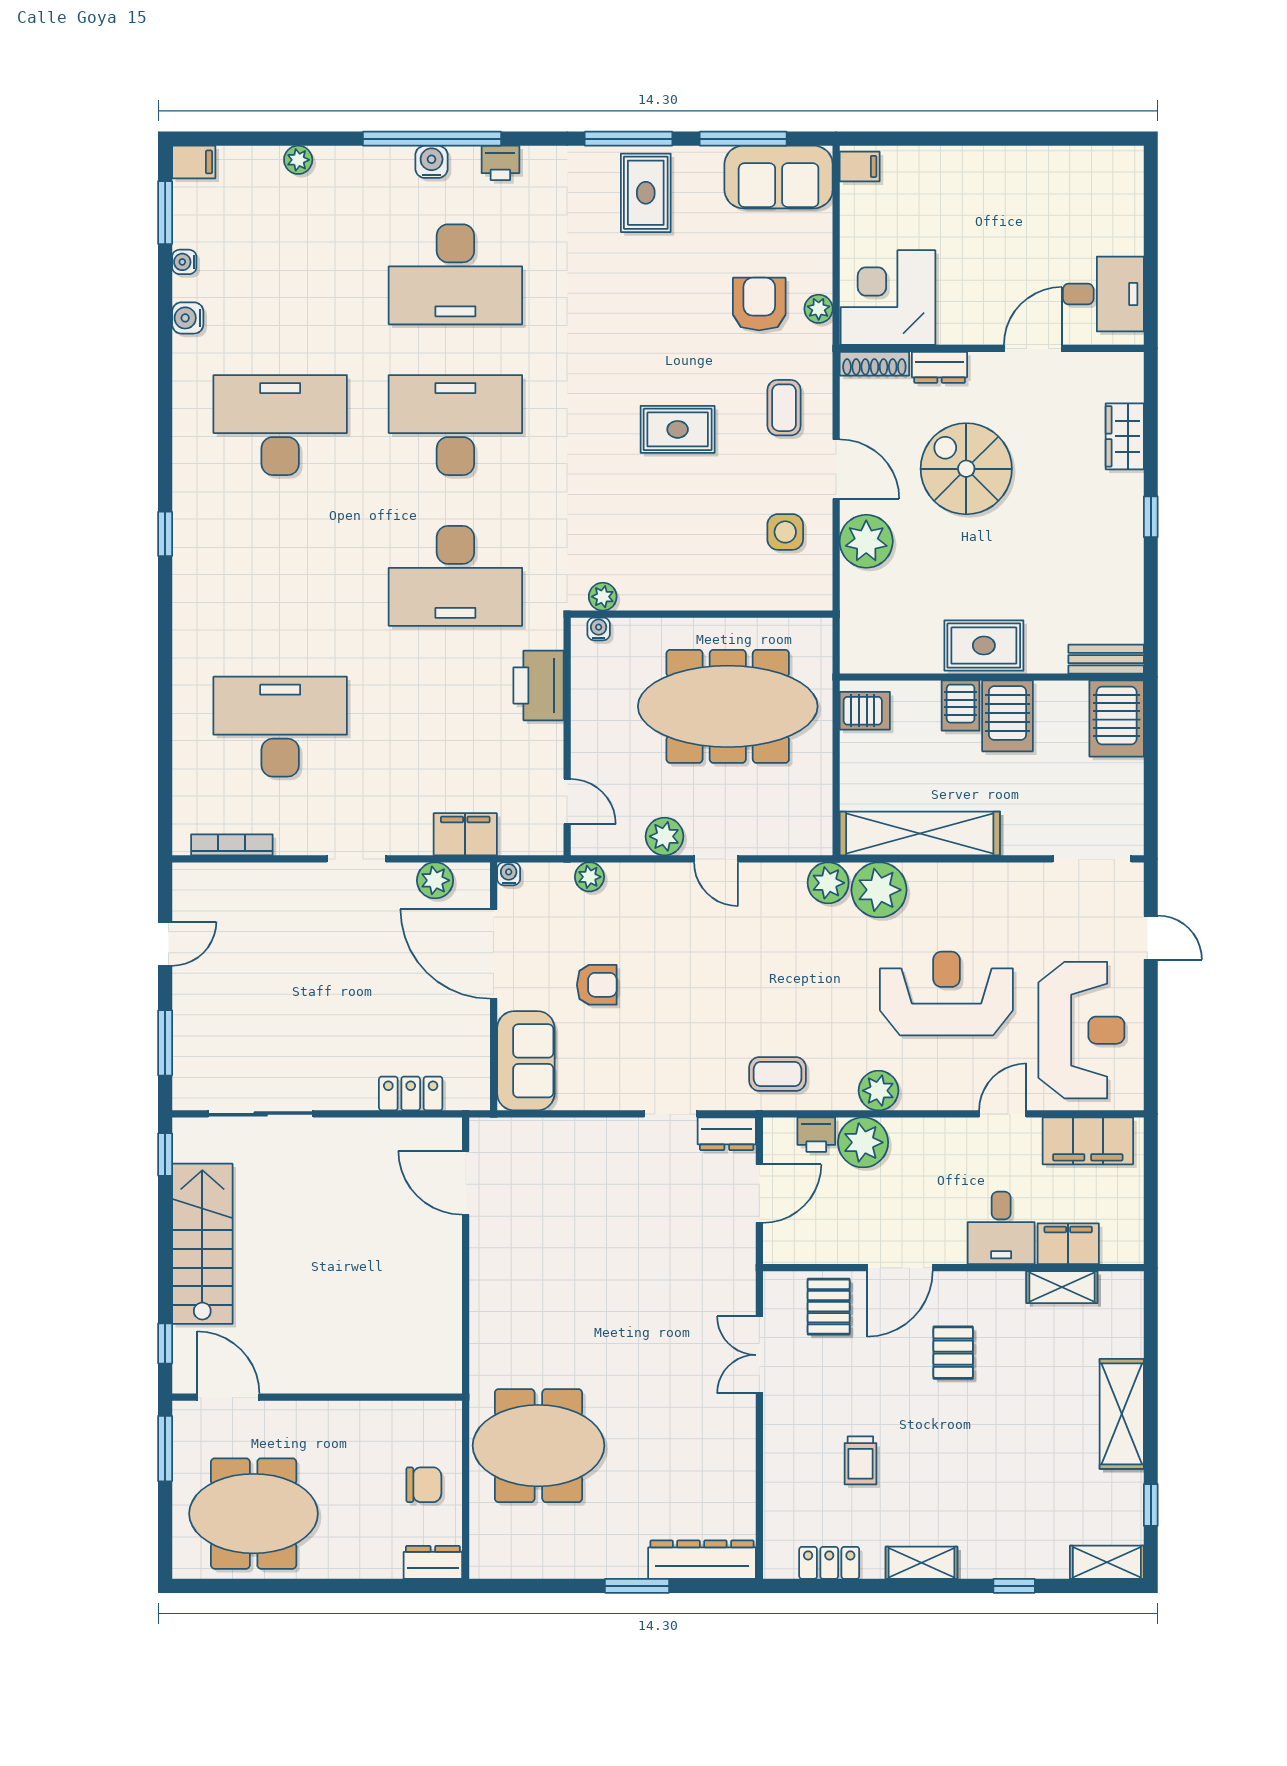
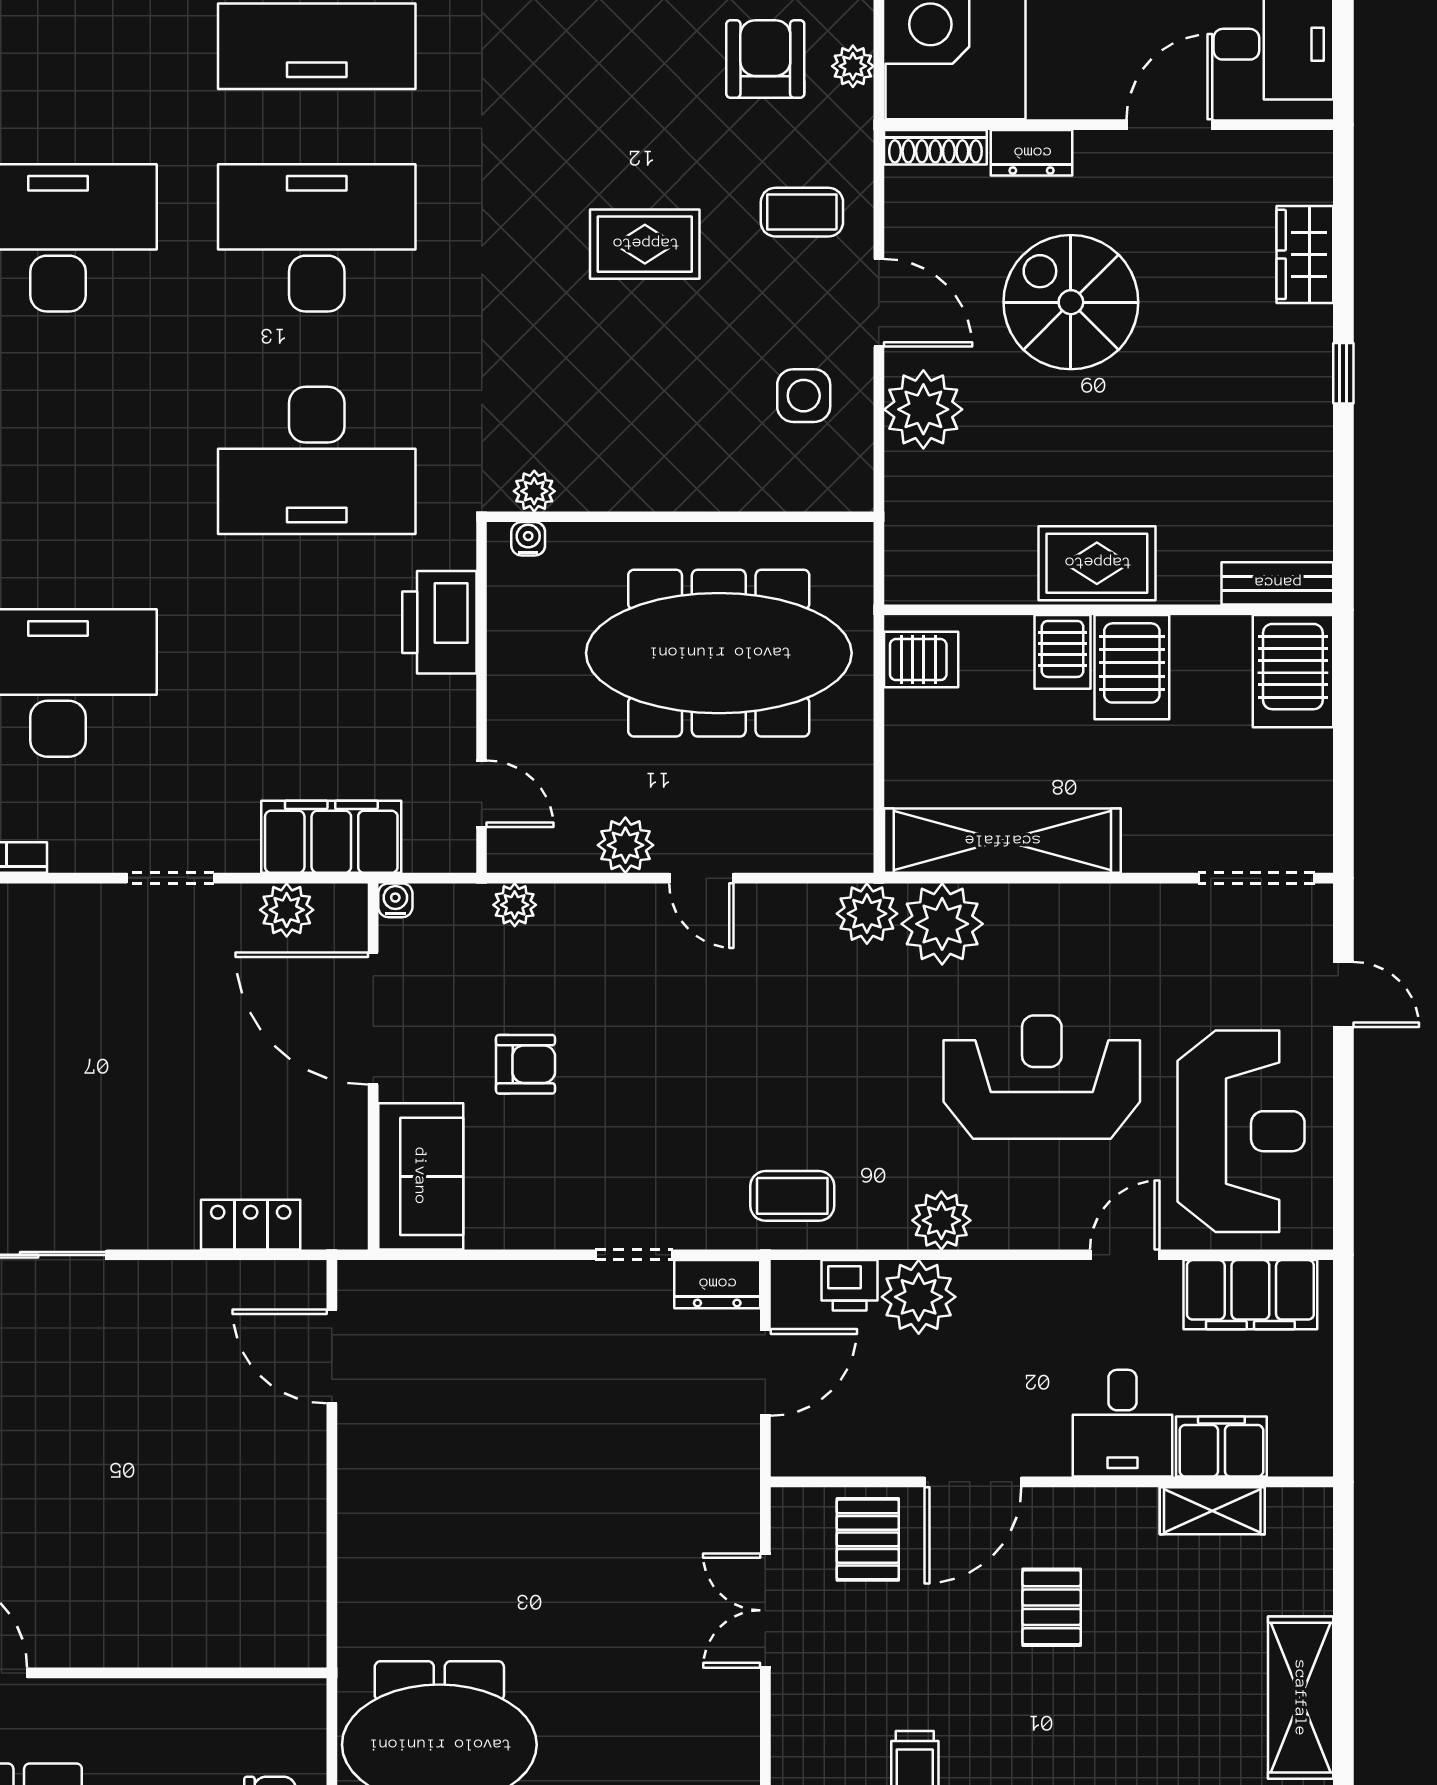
coffee table: (784, 408) -> (802, 212), turned 90
filing cabinet: (465, 834) -> (331, 837), width x1.50, depth x1.17

